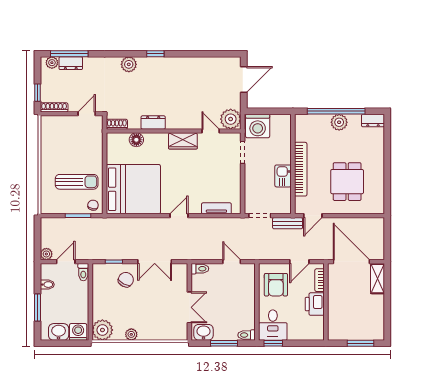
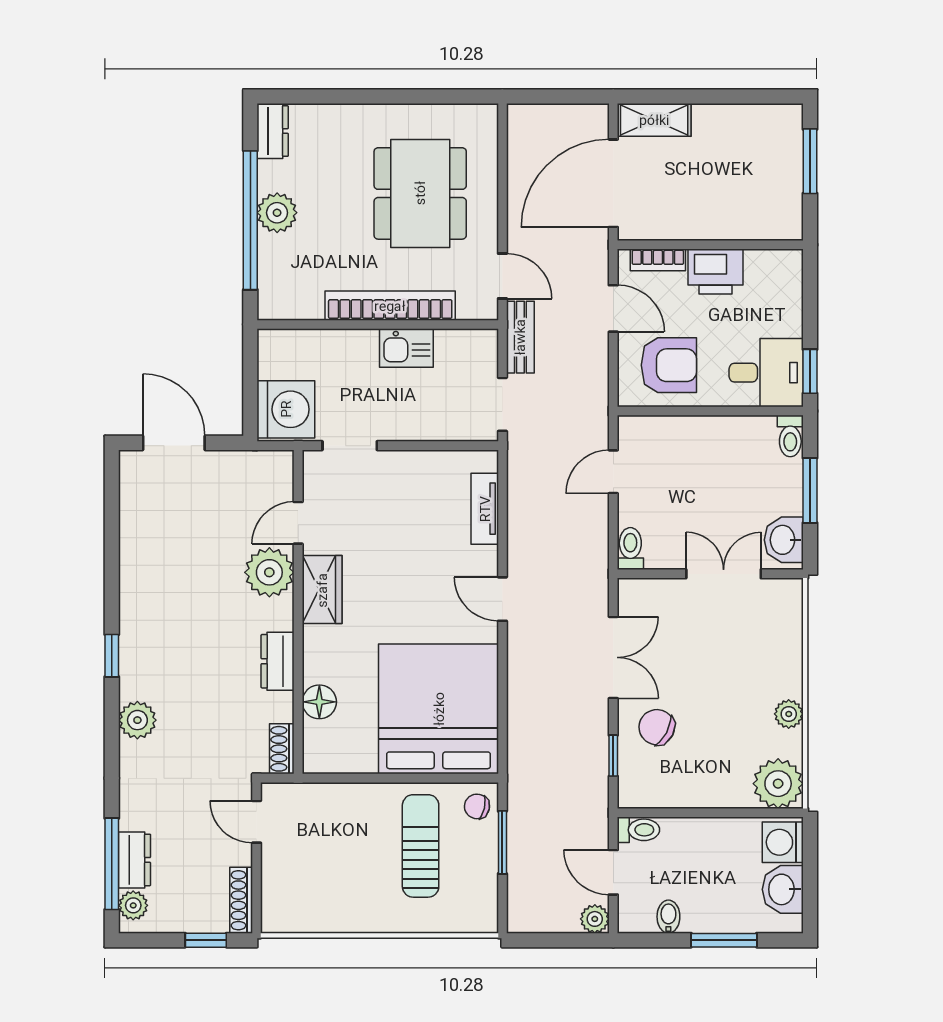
plant: (231, 119) -> (269, 572), moved
dining table: (347, 182) -> (420, 193), width x1.38

